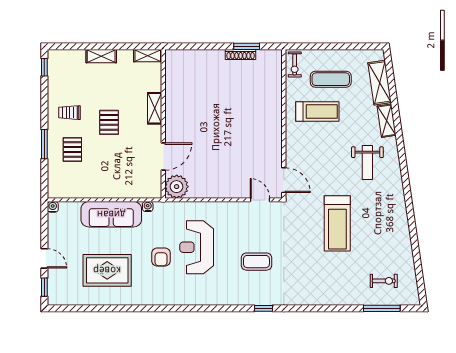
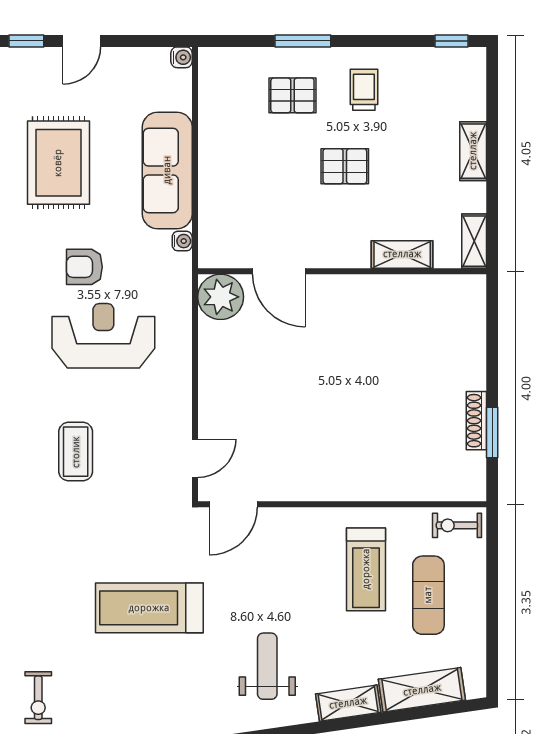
shelving: (155, 108) -> (402, 254), moved
weight bench: (367, 163) -> (267, 666), turned 90

